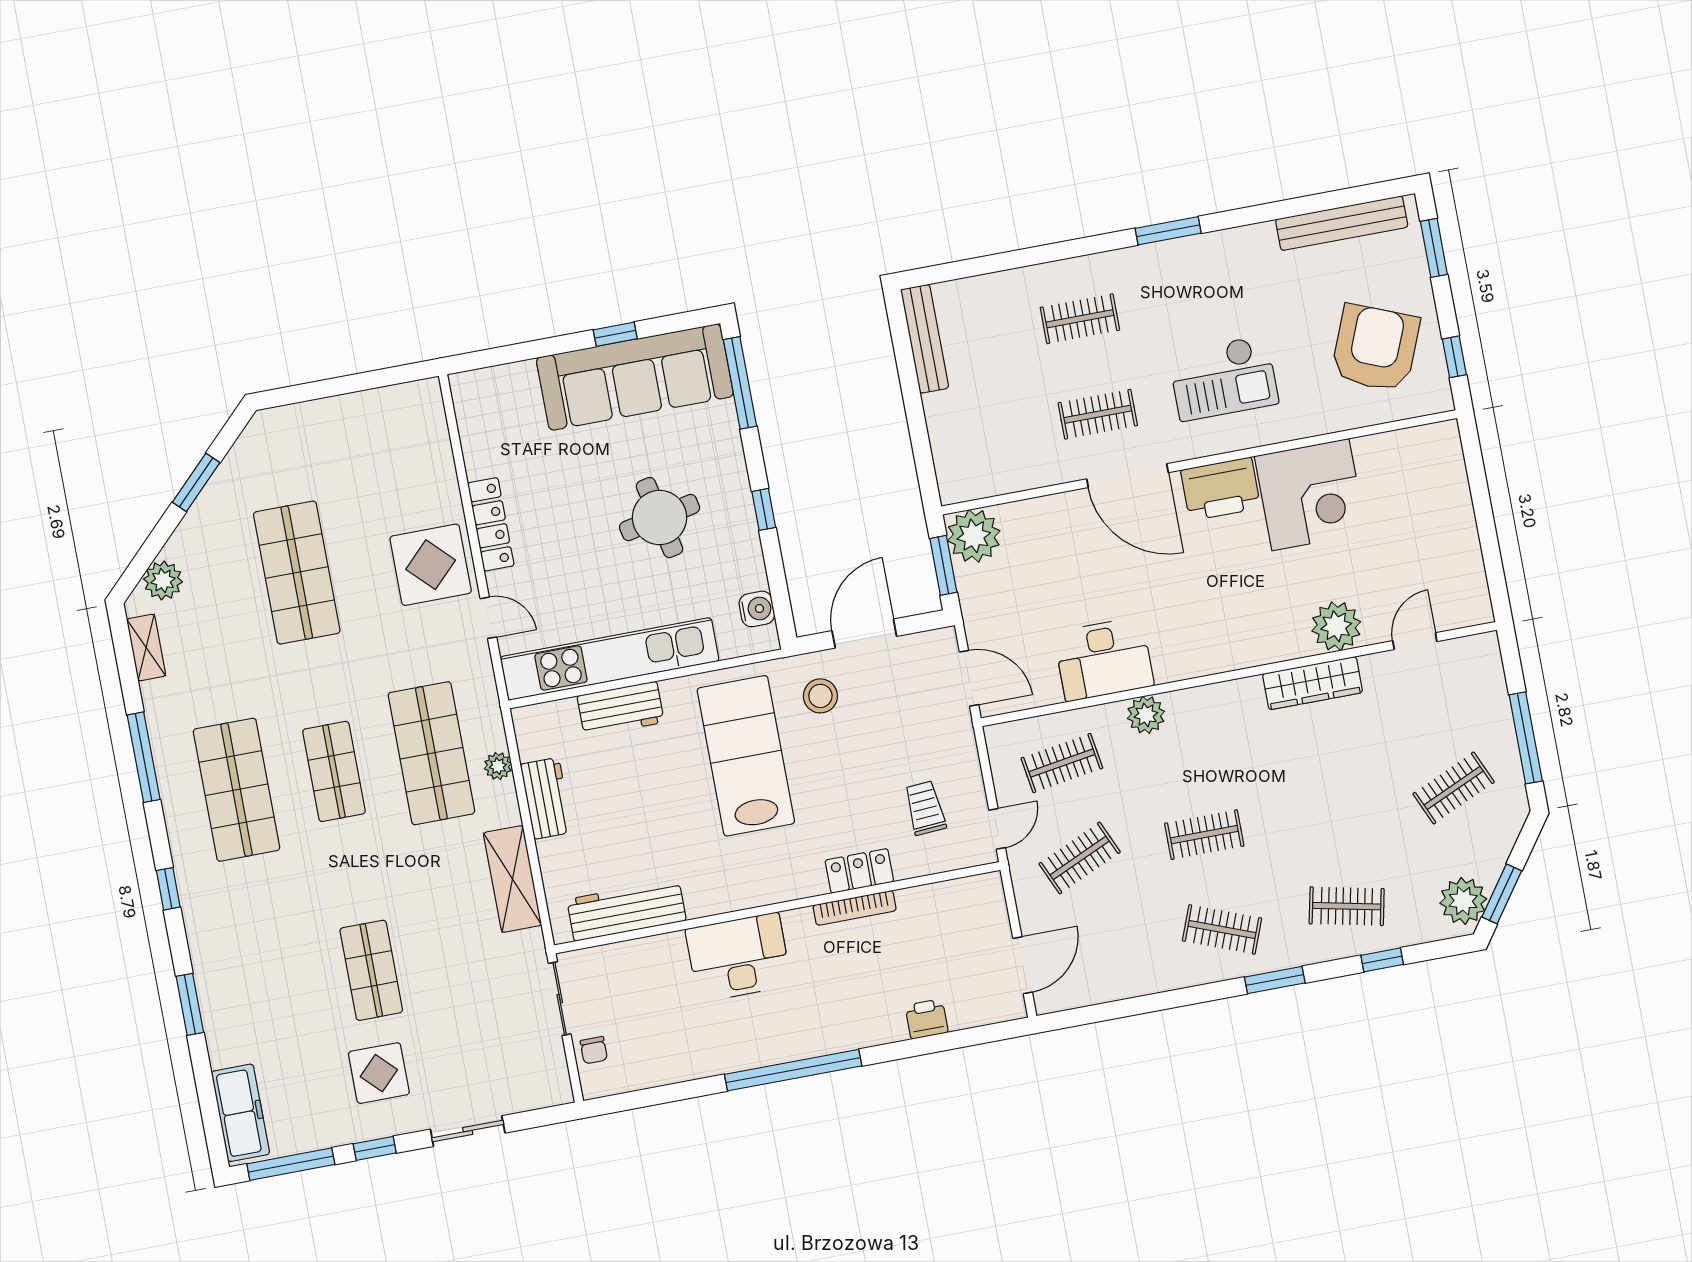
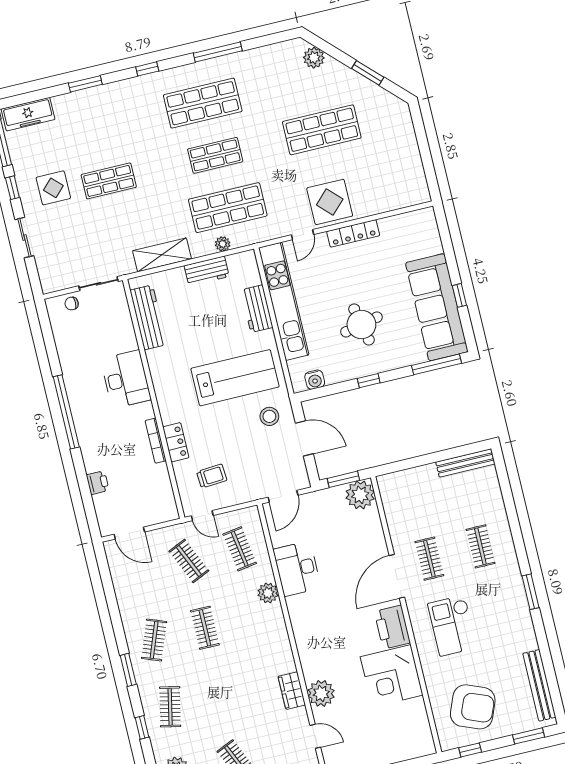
shelving: (146, 648) -> (277, 50), removed
wardrobe: (1313, 683) -> (292, 691), width x0.67

